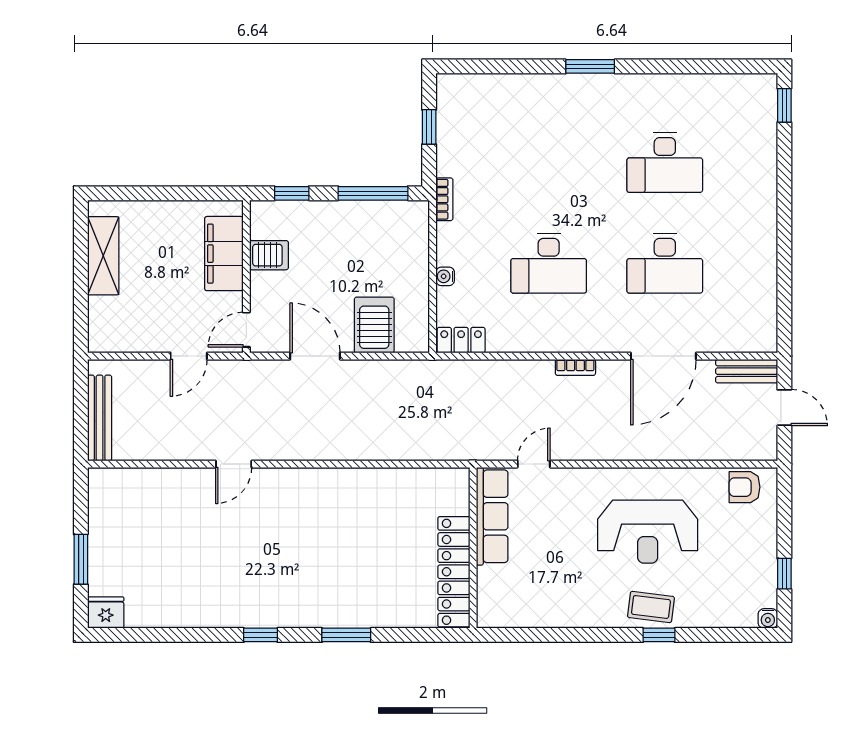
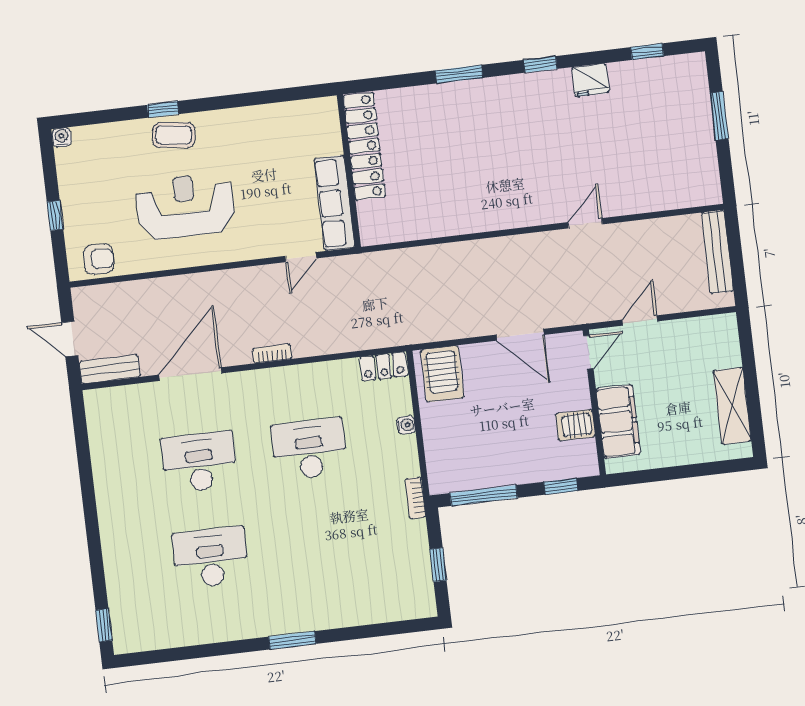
server rack: (374, 325) -> (442, 374), moved
window: (784, 574) -> (55, 215), moved
fridge: (106, 613) -> (590, 80), moved
window: (148, 635) -> (647, 52), added

